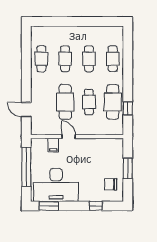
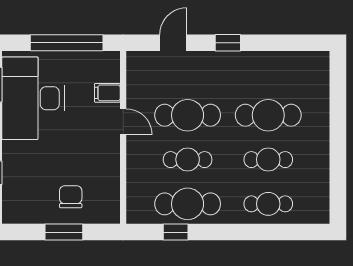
cafe table: (41, 59) -> (268, 71), removed
cafe table: (65, 59) -> (268, 115), width x1.37, depth x1.35
window: (26, 80) -> (228, 43), added
door: (69, 137) -> (123, 122), hinge flipped
chair: (111, 184) -> (71, 197), moved

